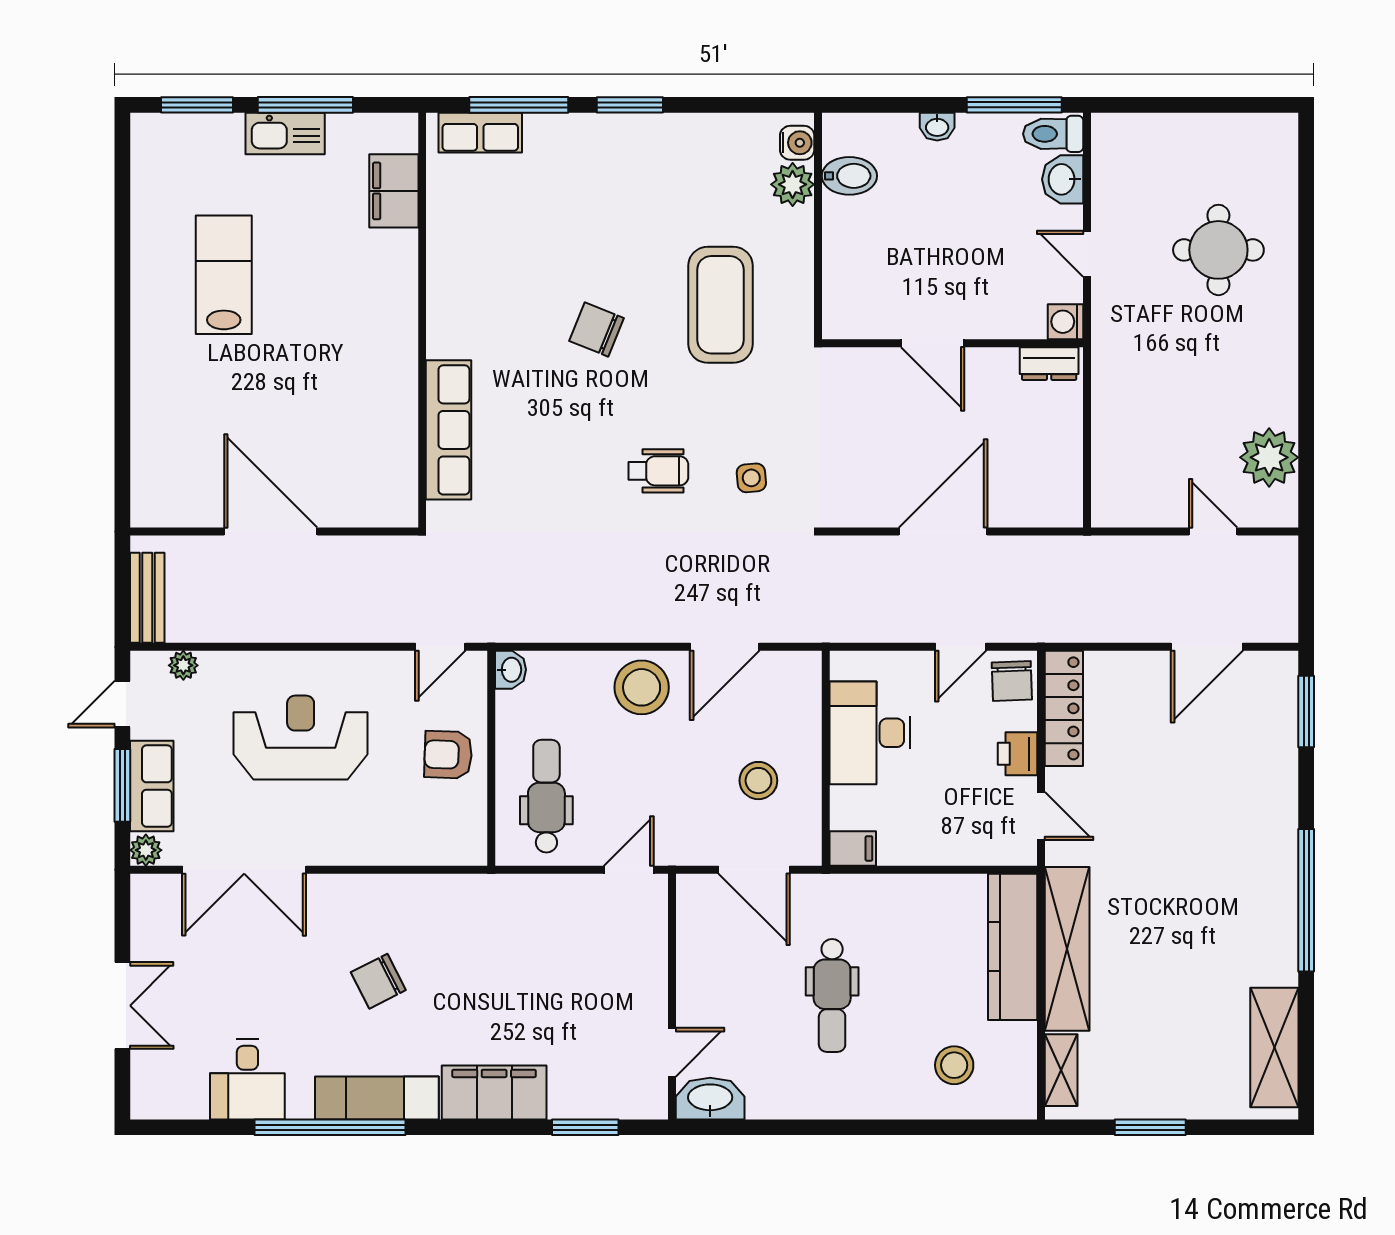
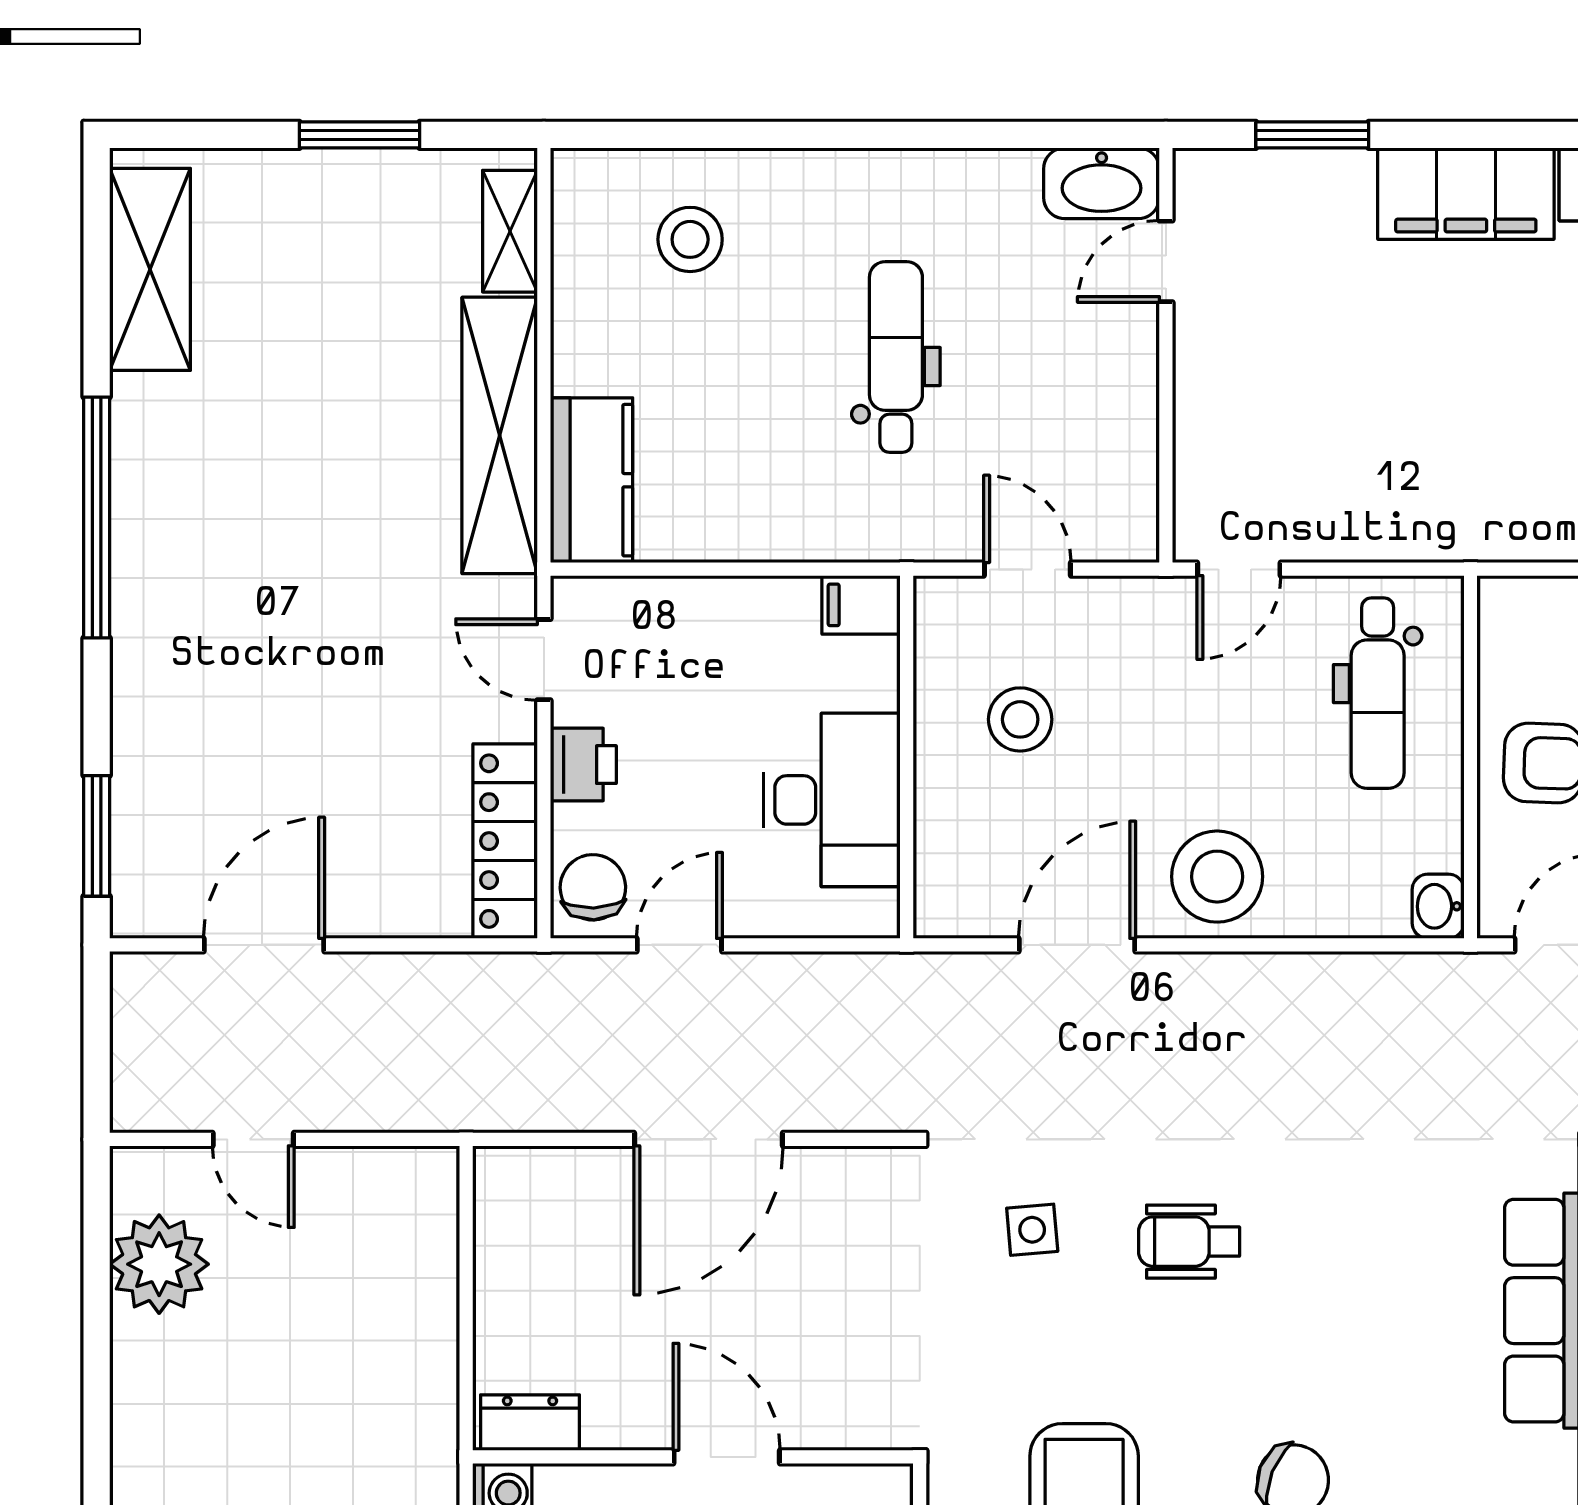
door: (754, 870) -> (1027, 569), width x0.73
kitchen counter: (1013, 947) -> (591, 480), width x0.67

